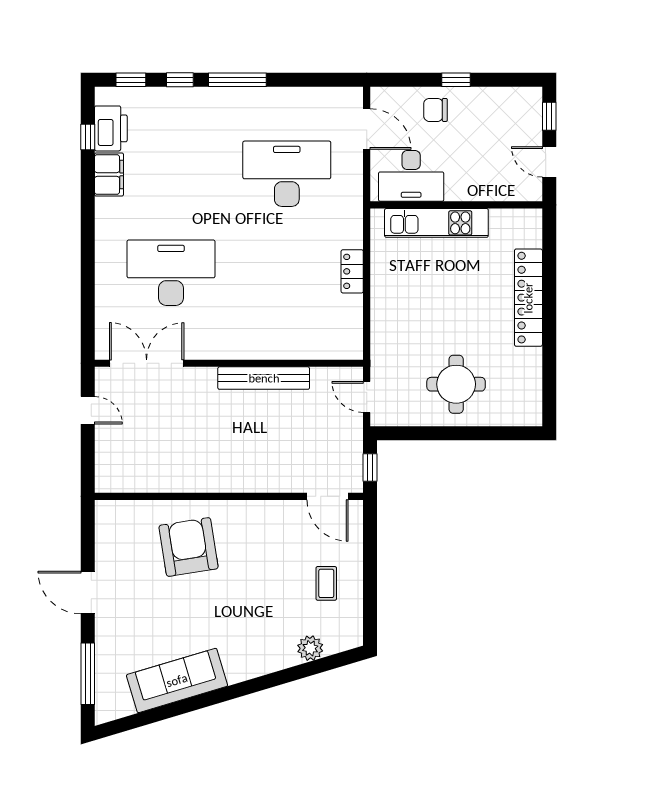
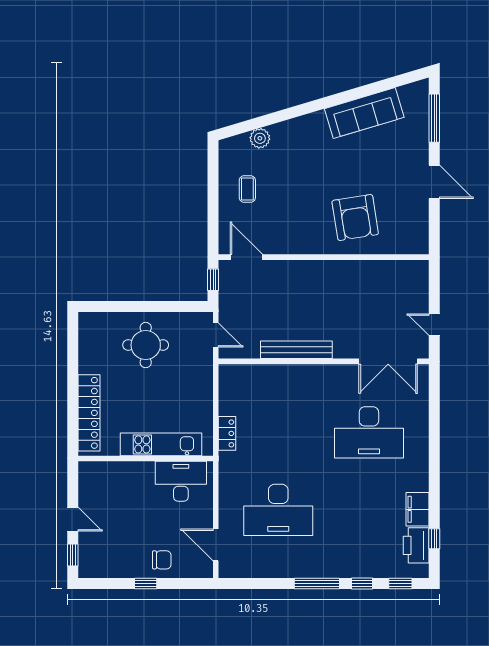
desk: (411, 176) -> (181, 481), moved
wall: (456, 205) -> (146, 459), moved
kitchen unit: (436, 223) -> (161, 444), moved

